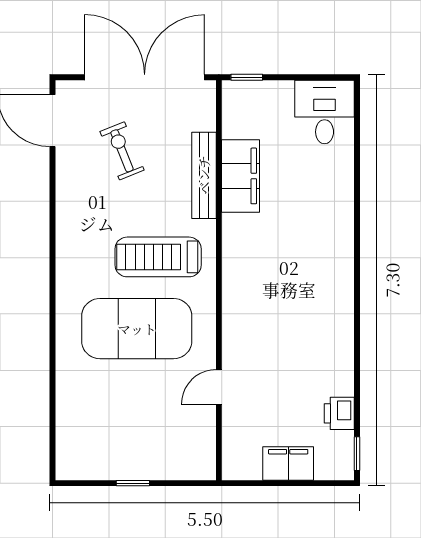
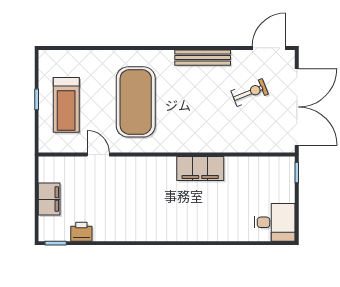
bench: (204, 175) -> (203, 58), moved
filing cabinet: (241, 176) -> (200, 168), moved
treadmill: (158, 257) -> (66, 105), moved, turned 180

